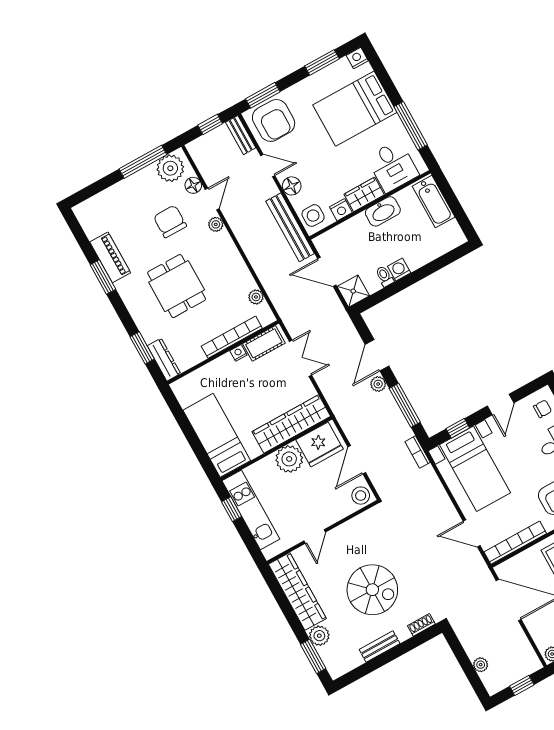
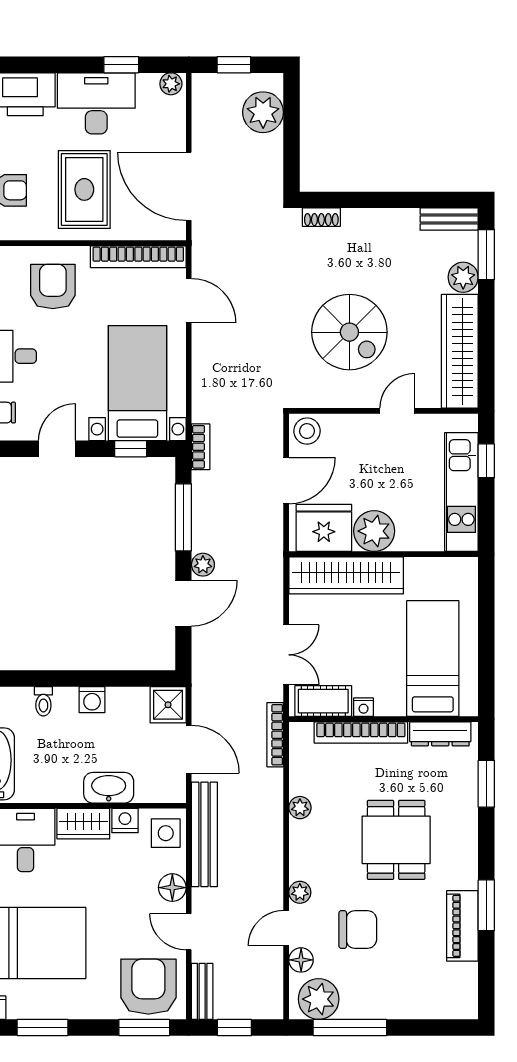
washbasin: (383, 211) -> (109, 788), moved
chair: (170, 221) -> (358, 929), turned -90
toilet: (385, 276) -> (43, 701), moved
plant: (256, 297) -> (300, 808), moved
bookcase: (281, 308) -> (275, 735), added
double door: (300, 358) -> (286, 655), swing flipped
dresser: (164, 360) -> (440, 734), moved, turned -90
bed: (217, 435) -> (433, 659), moved, turned 180
window: (232, 509) -> (486, 461), moved
spiral stairs: (372, 590) -> (349, 332), moved, turned 180
bench: (380, 647) -> (449, 219), moved
plant: (481, 665) -> (263, 112), width x1.87, depth x1.87

